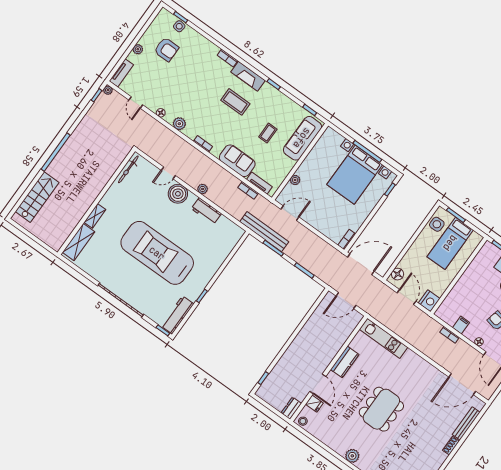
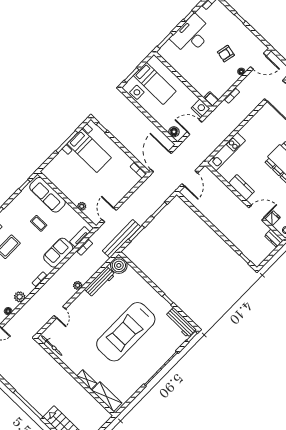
bed with nightstands: (355, 175) -> (89, 151), width x0.73
boiler: (178, 194) -> (119, 265), moved
workbench: (206, 211) -> (100, 282), width x1.38
filing cabinet: (461, 325) -> (211, 99), moved

